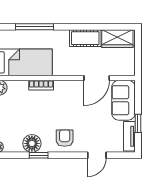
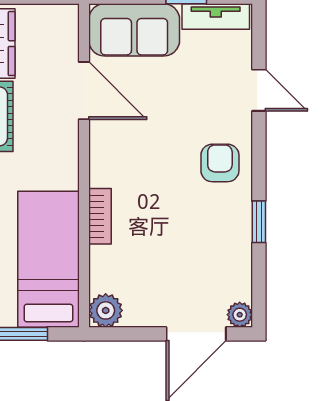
armchair: (65, 138) -> (220, 163), turned 90
floor lamp: (32, 143) -> (232, 237), removed

